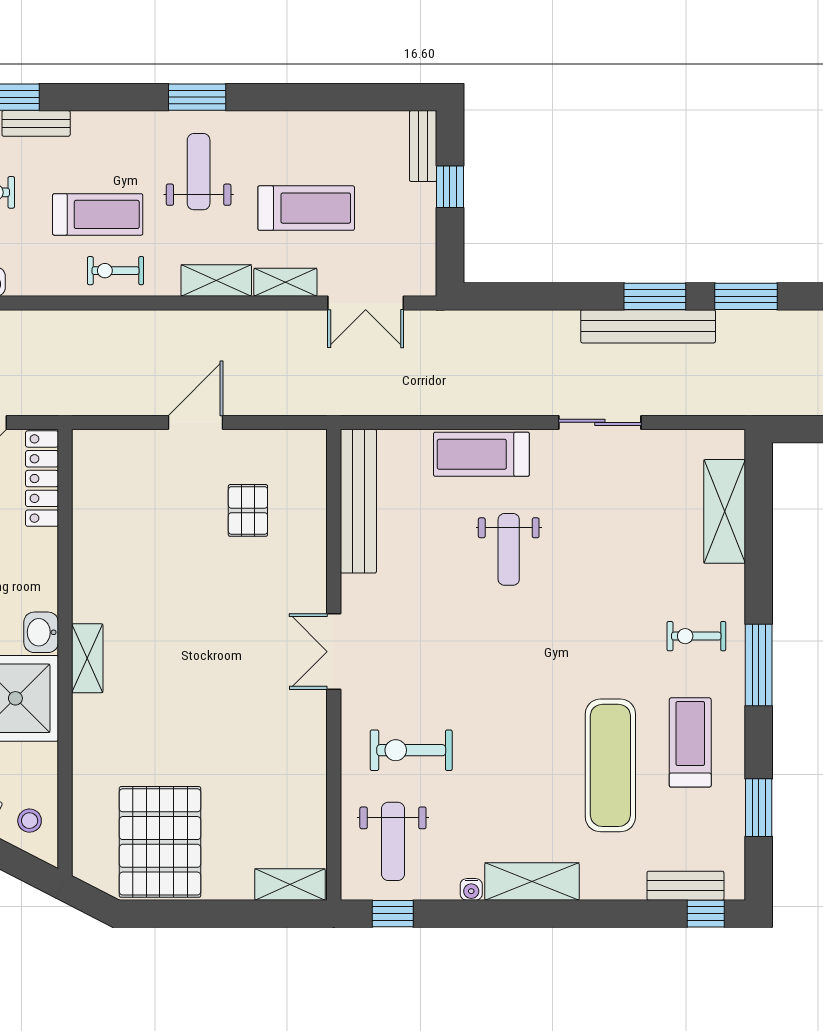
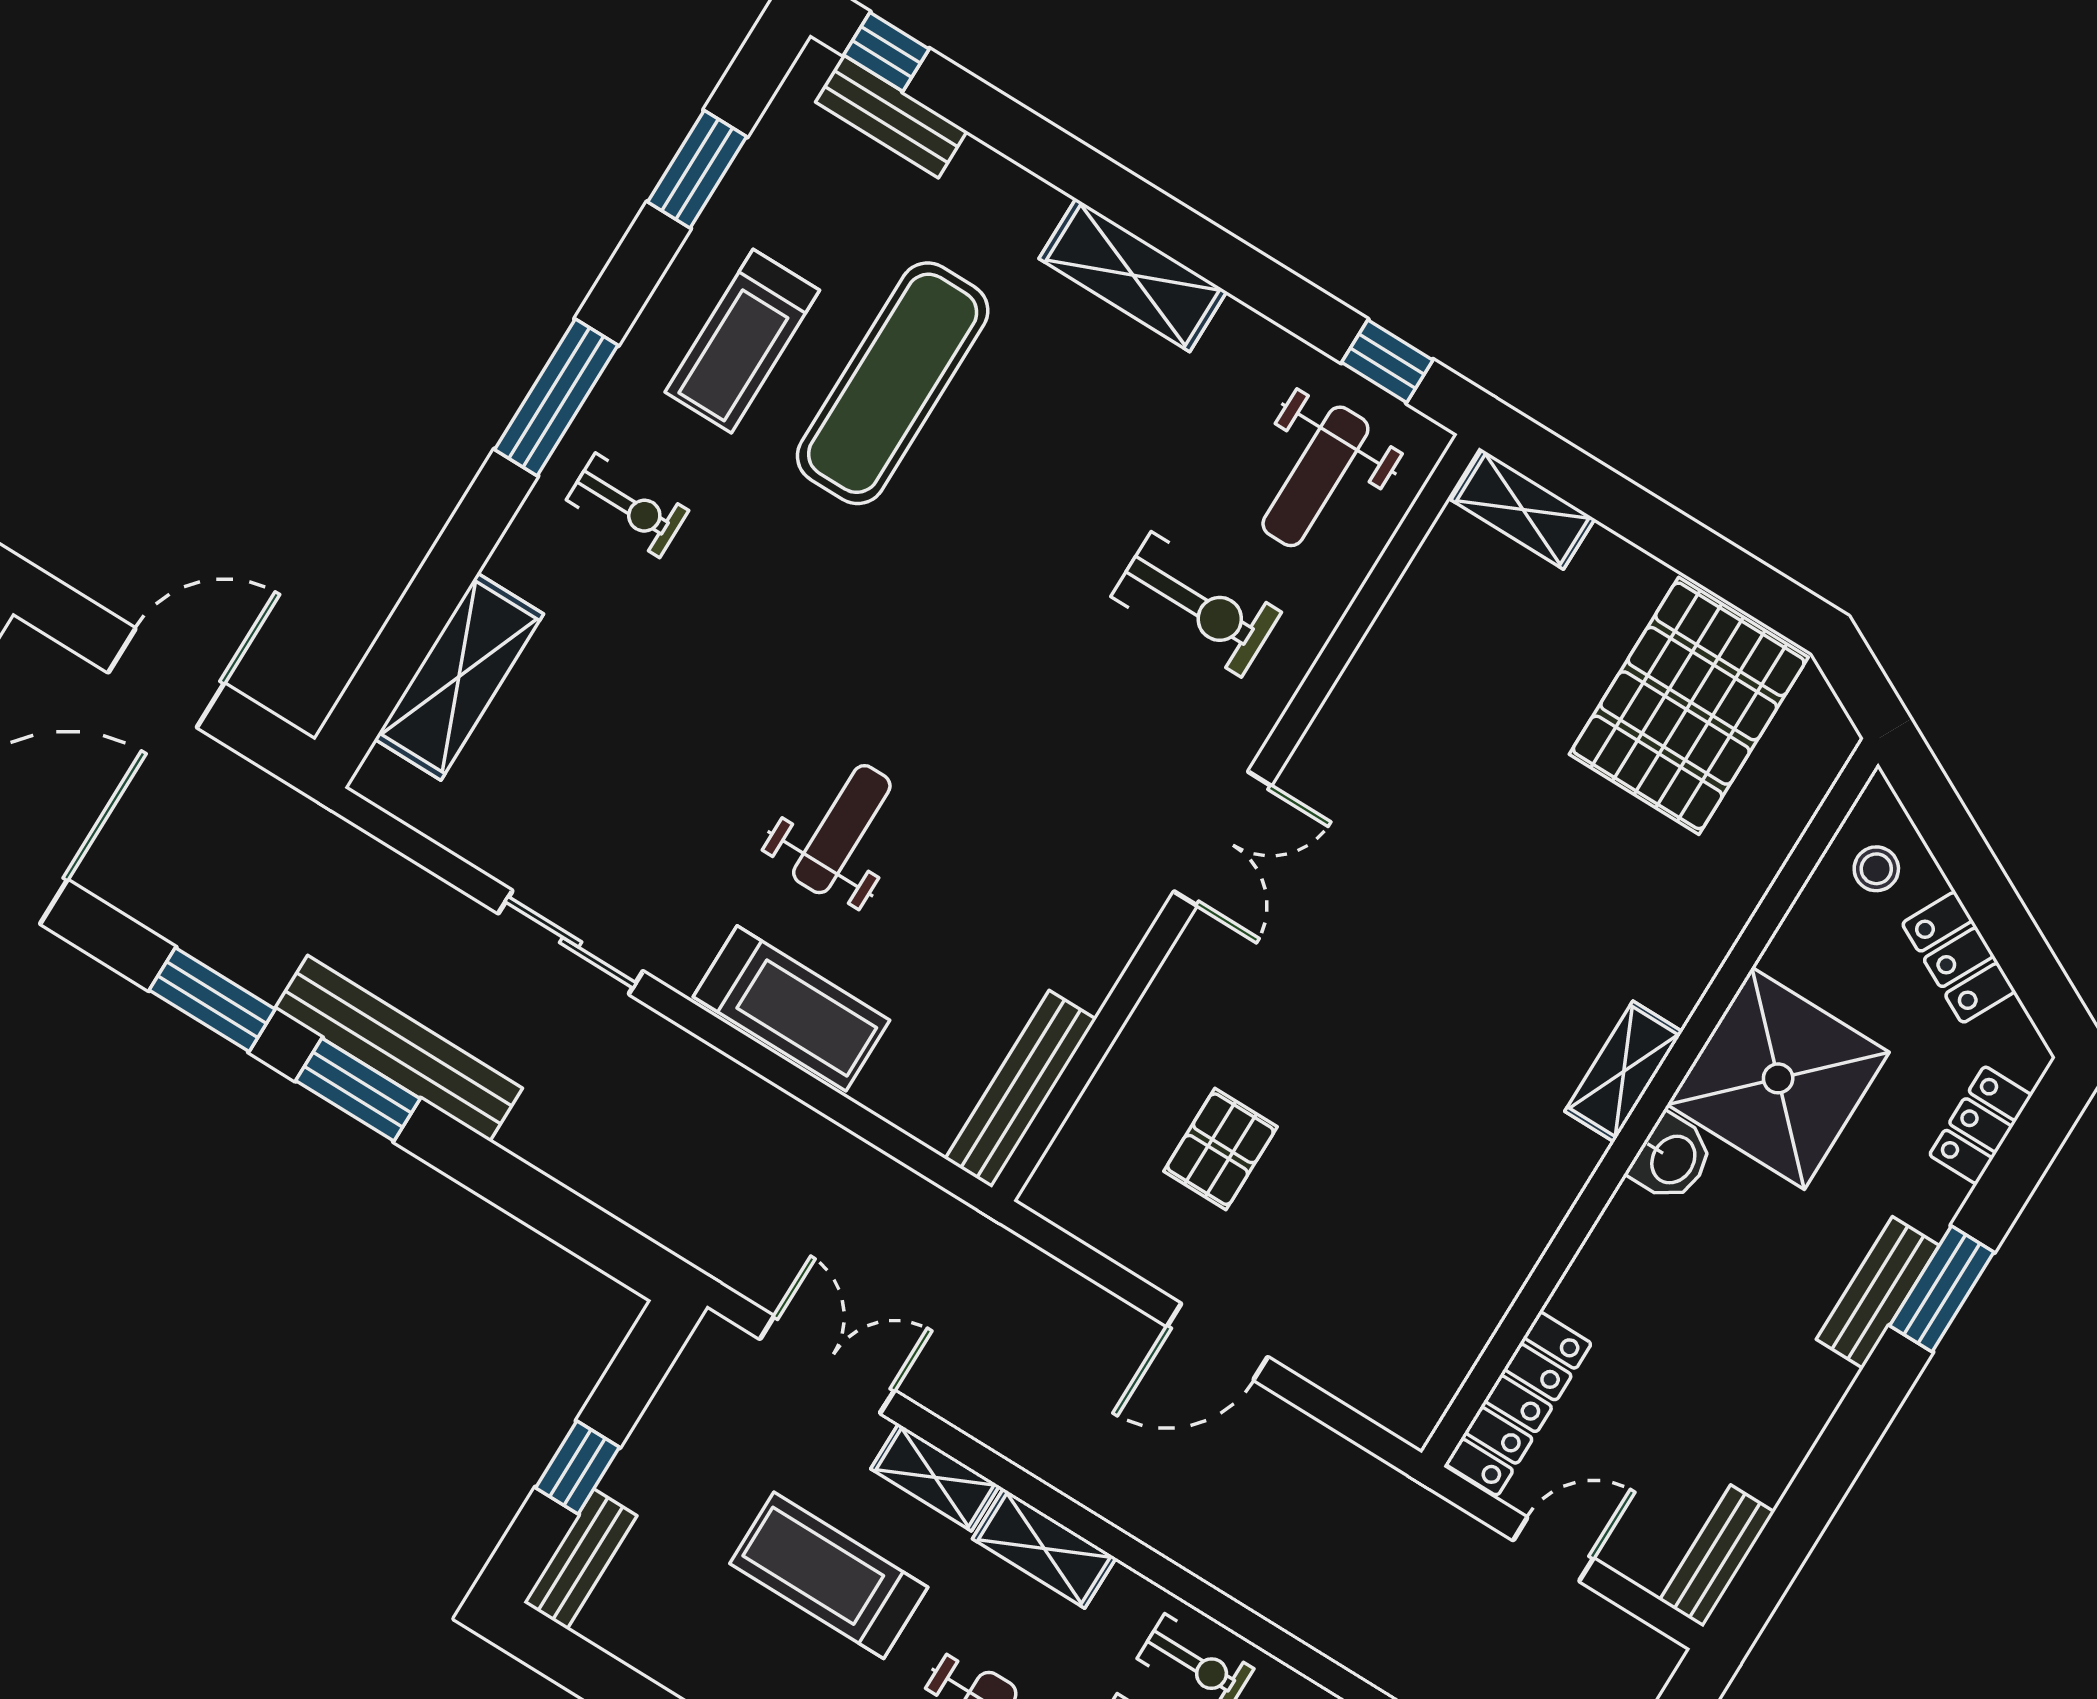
bench: (358, 501) -> (1021, 1089), width x0.73, depth x0.82
weight bench: (393, 841) -> (1315, 476), turned 180
water cooler: (471, 889) -> (1238, 322), removed

